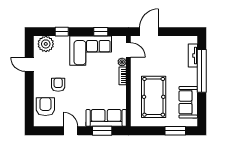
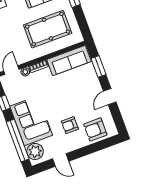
window: (62, 32) -> (18, 141), width x3.17
corner sofa: (91, 51) -> (31, 121), moved
door: (29, 64) -> (61, 160), hinge flipped
sofa: (106, 118) -> (69, 60), moved, turned -90

